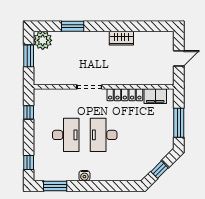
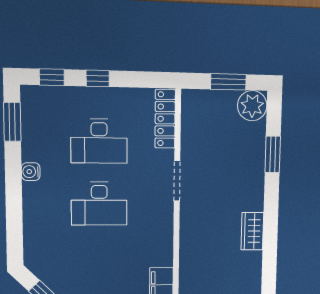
locker: (125, 95) -> (165, 119), moved
window: (29, 112) -> (98, 78), moved
desk: (104, 135) -> (99, 204), turned 180

